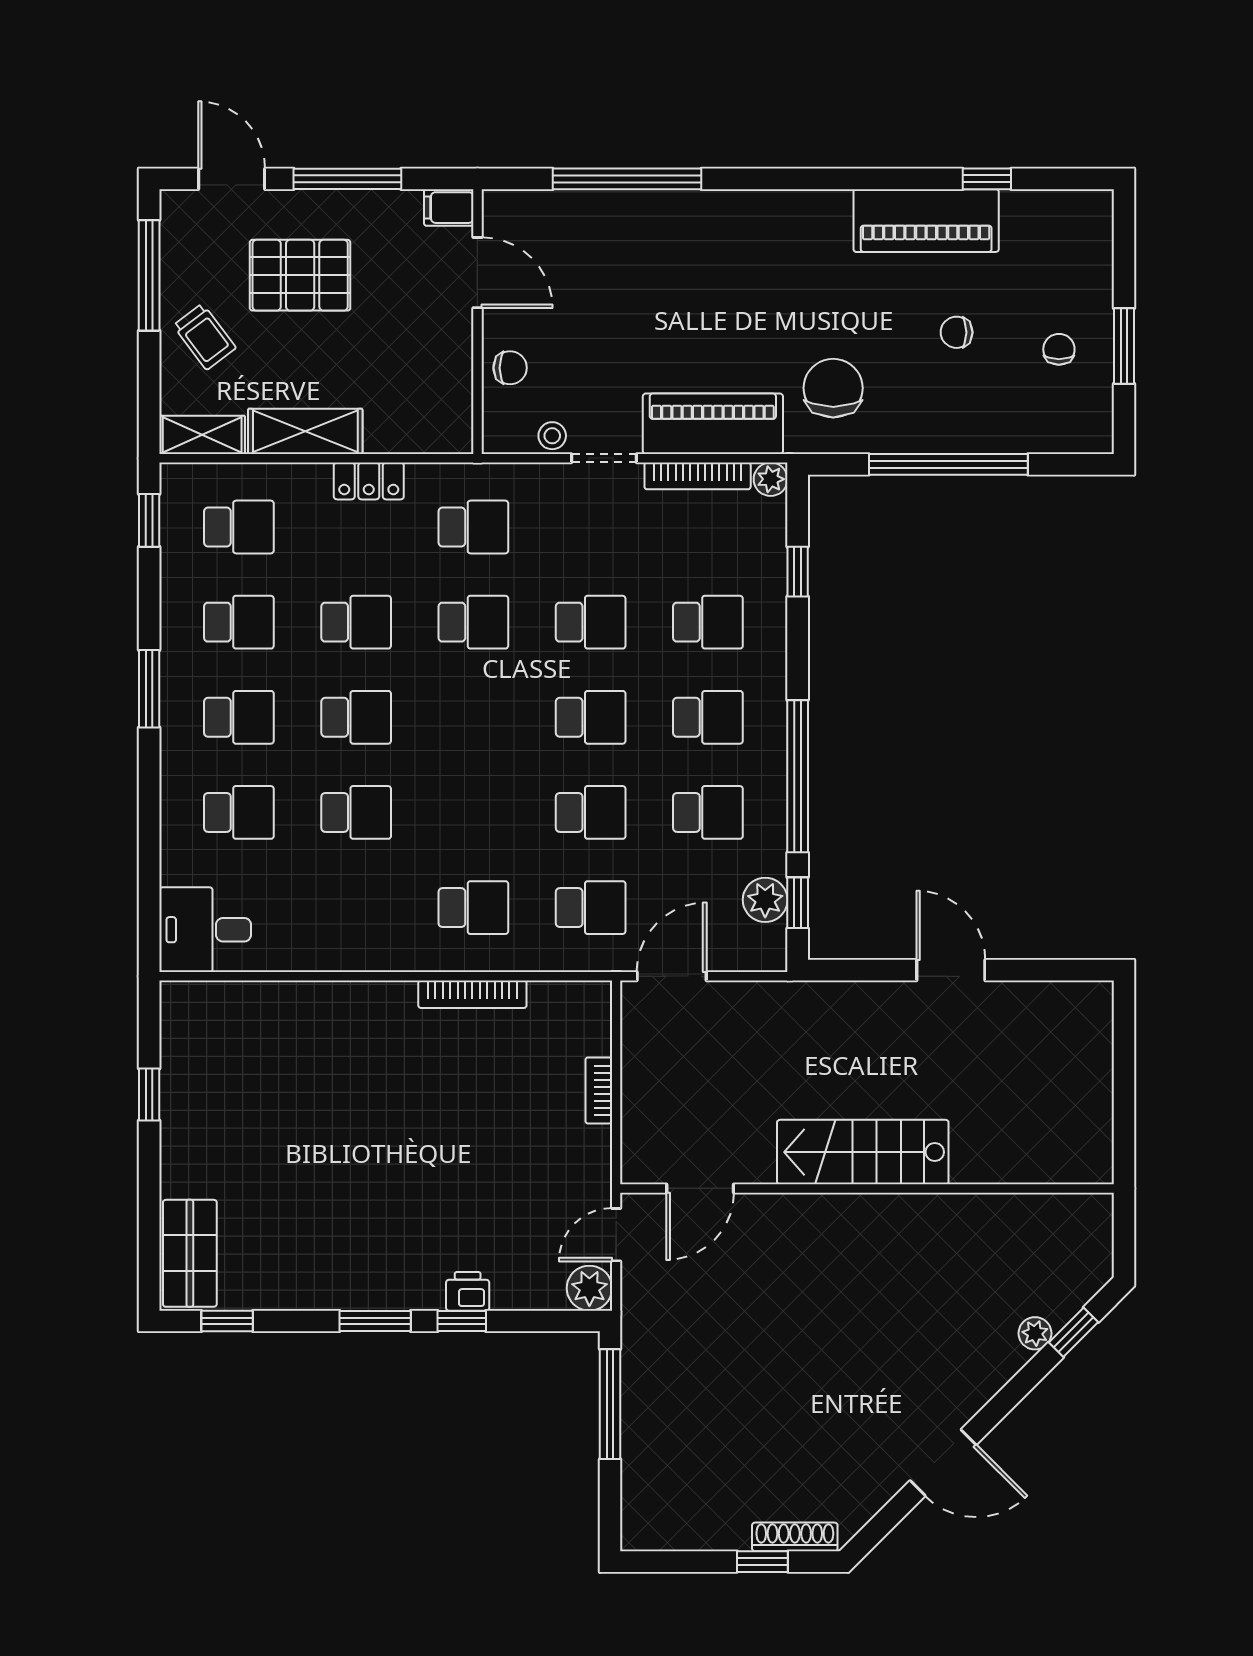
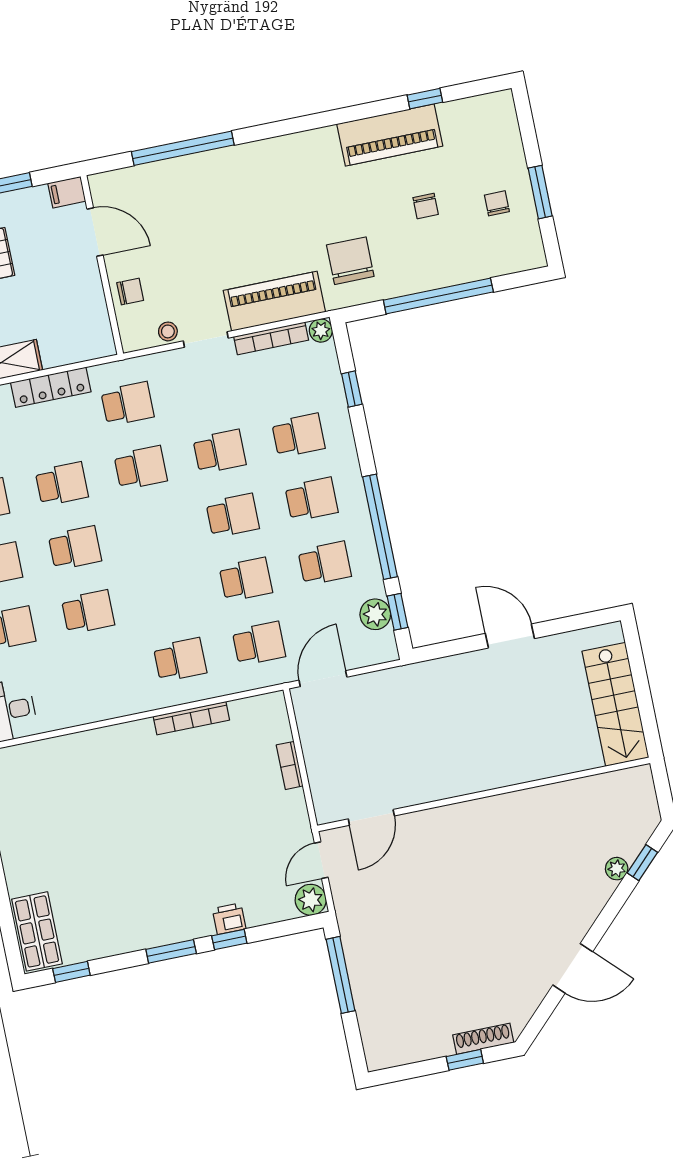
chair: (957, 332) -> (426, 206), turned -90
locker: (369, 481) -> (51, 387), width x1.53
stairs: (863, 1152) -> (615, 704), moved, turned -90

